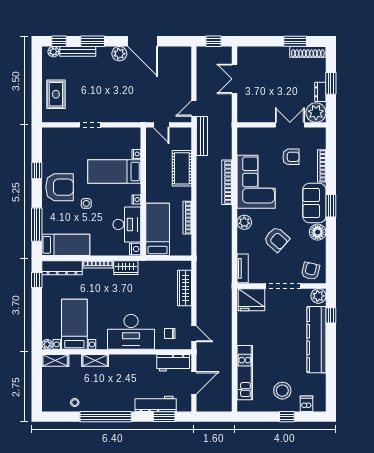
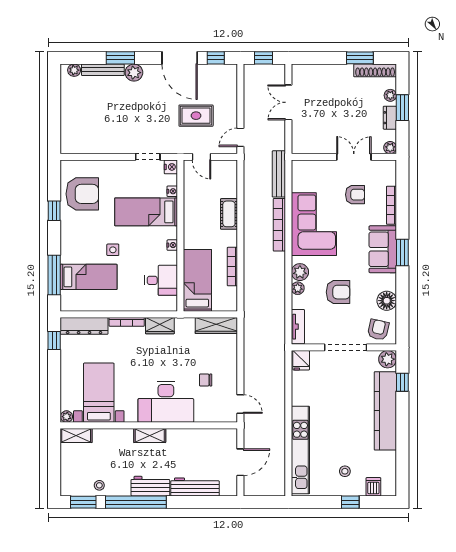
window: (59, 41) -> (216, 58), moved
plant: (119, 54) -> (134, 73), moved
plant: (321, 73) -> (390, 95), added
rug: (56, 94) -> (196, 116), moved, turned 90
plant: (316, 113) -> (390, 148), width x0.53, depth x0.53
doorway: (90, 125) -> (148, 157), moved
bench: (202, 136) -> (279, 174), moved
cot: (182, 168) -> (229, 214), width x0.73, depth x0.75
armchair: (60, 187) -> (82, 194), moved
desk: (127, 224) -> (161, 280), width x0.73
floor lamp: (318, 232) -> (387, 301), moved
plant: (242, 236) -> (298, 288), added
armchair: (277, 239) -> (338, 292), turned -42
bed: (66, 245) -> (89, 277), moved
nightstand: (135, 249) -> (171, 167), moved
wardrobe: (185, 288) -> (216, 326), moved, turned -90
fridge: (252, 300) -> (301, 360), width x0.53, depth x0.75
chair: (170, 334) -> (206, 380), moved
shelving: (95, 360) -> (150, 436), moved
workbench: (173, 363) -> (150, 486), moved, turned 180
kitchen unit: (245, 373) -> (300, 450), width x1.36
stool: (282, 391) -> (345, 471), width x0.53, depth x0.53
window: (164, 417) -> (83, 502), moved

